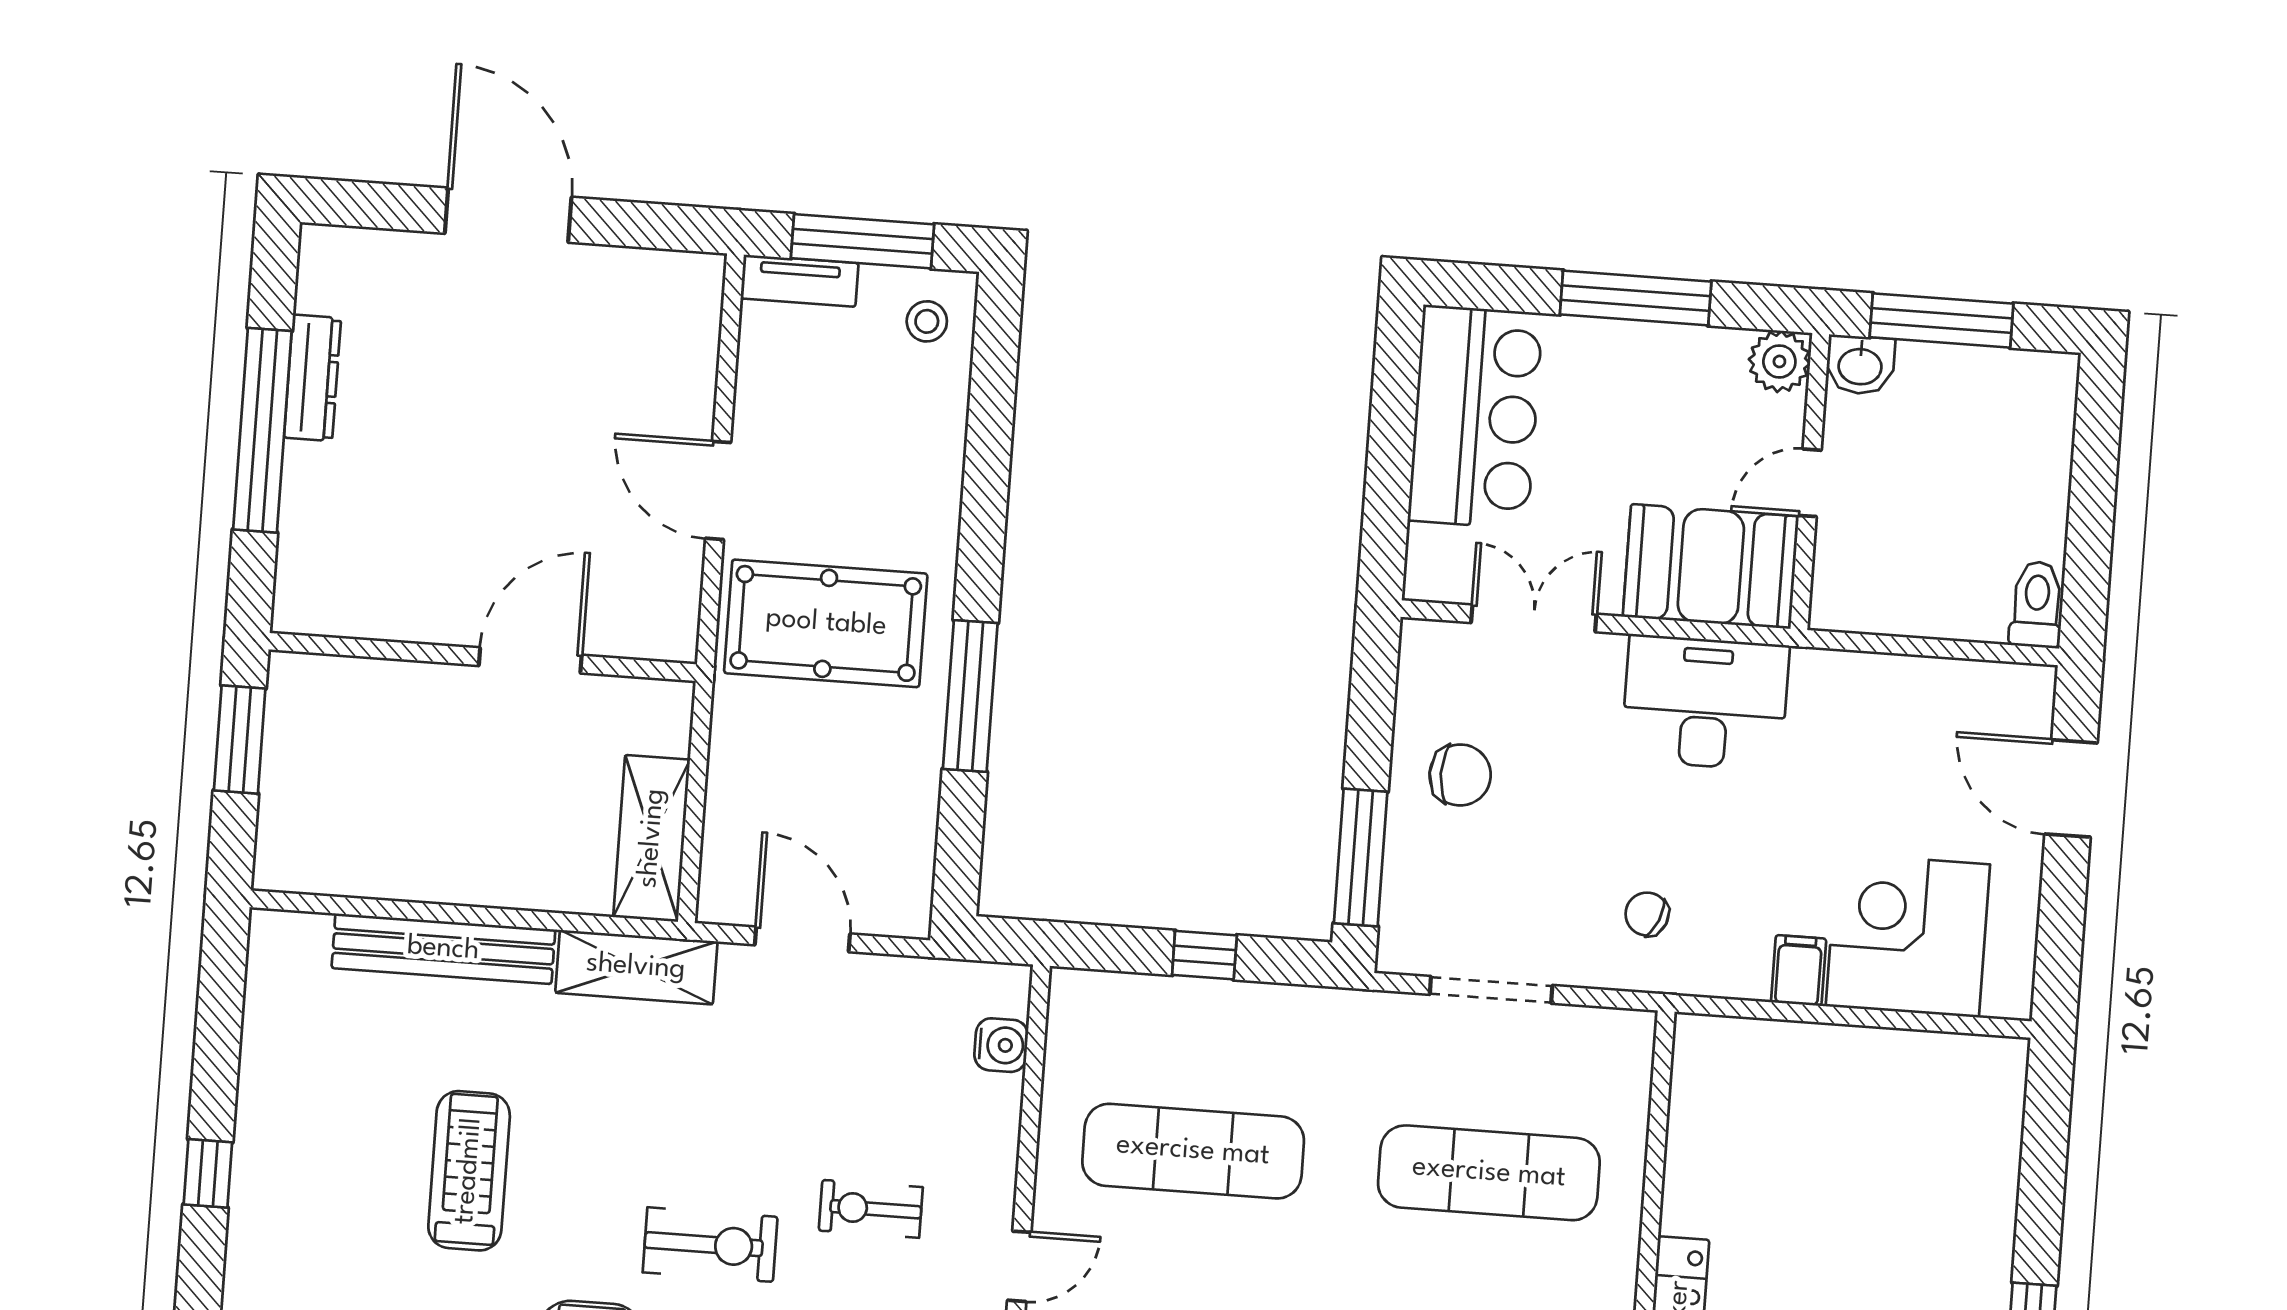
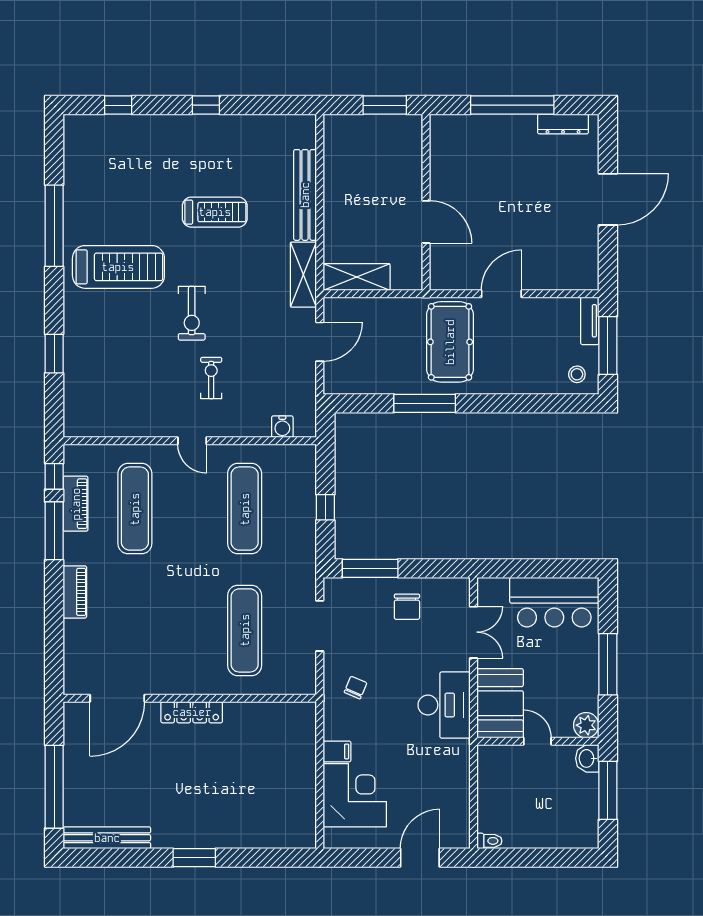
dresser: (313, 378) -> (563, 124), moved
toilet: (2037, 604) -> (489, 841), width x0.73, depth x0.72

